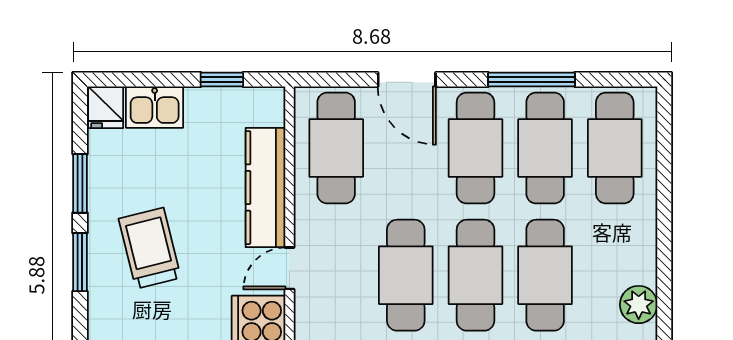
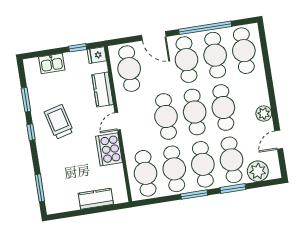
window: (532, 80) -> (205, 28), width x1.46
fridge: (106, 107) -> (97, 55), moved, turned 90
kitchen counter: (265, 188) -> (103, 89), width x0.67
window: (80, 262) -> (31, 132), width x0.67

